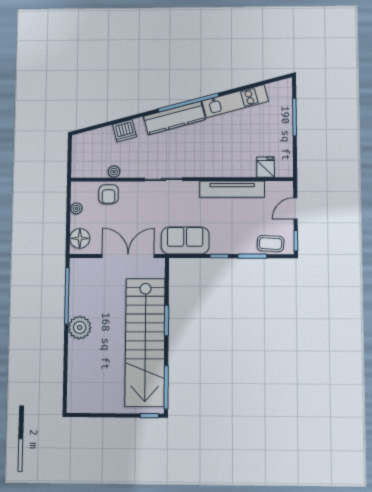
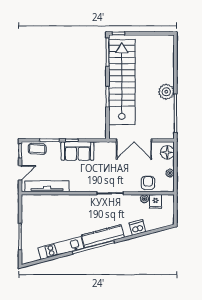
fridge: (266, 167) -> (156, 202), moved
tv unit: (232, 189) -> (47, 186), moved
sofa: (185, 240) -> (77, 151), moved

